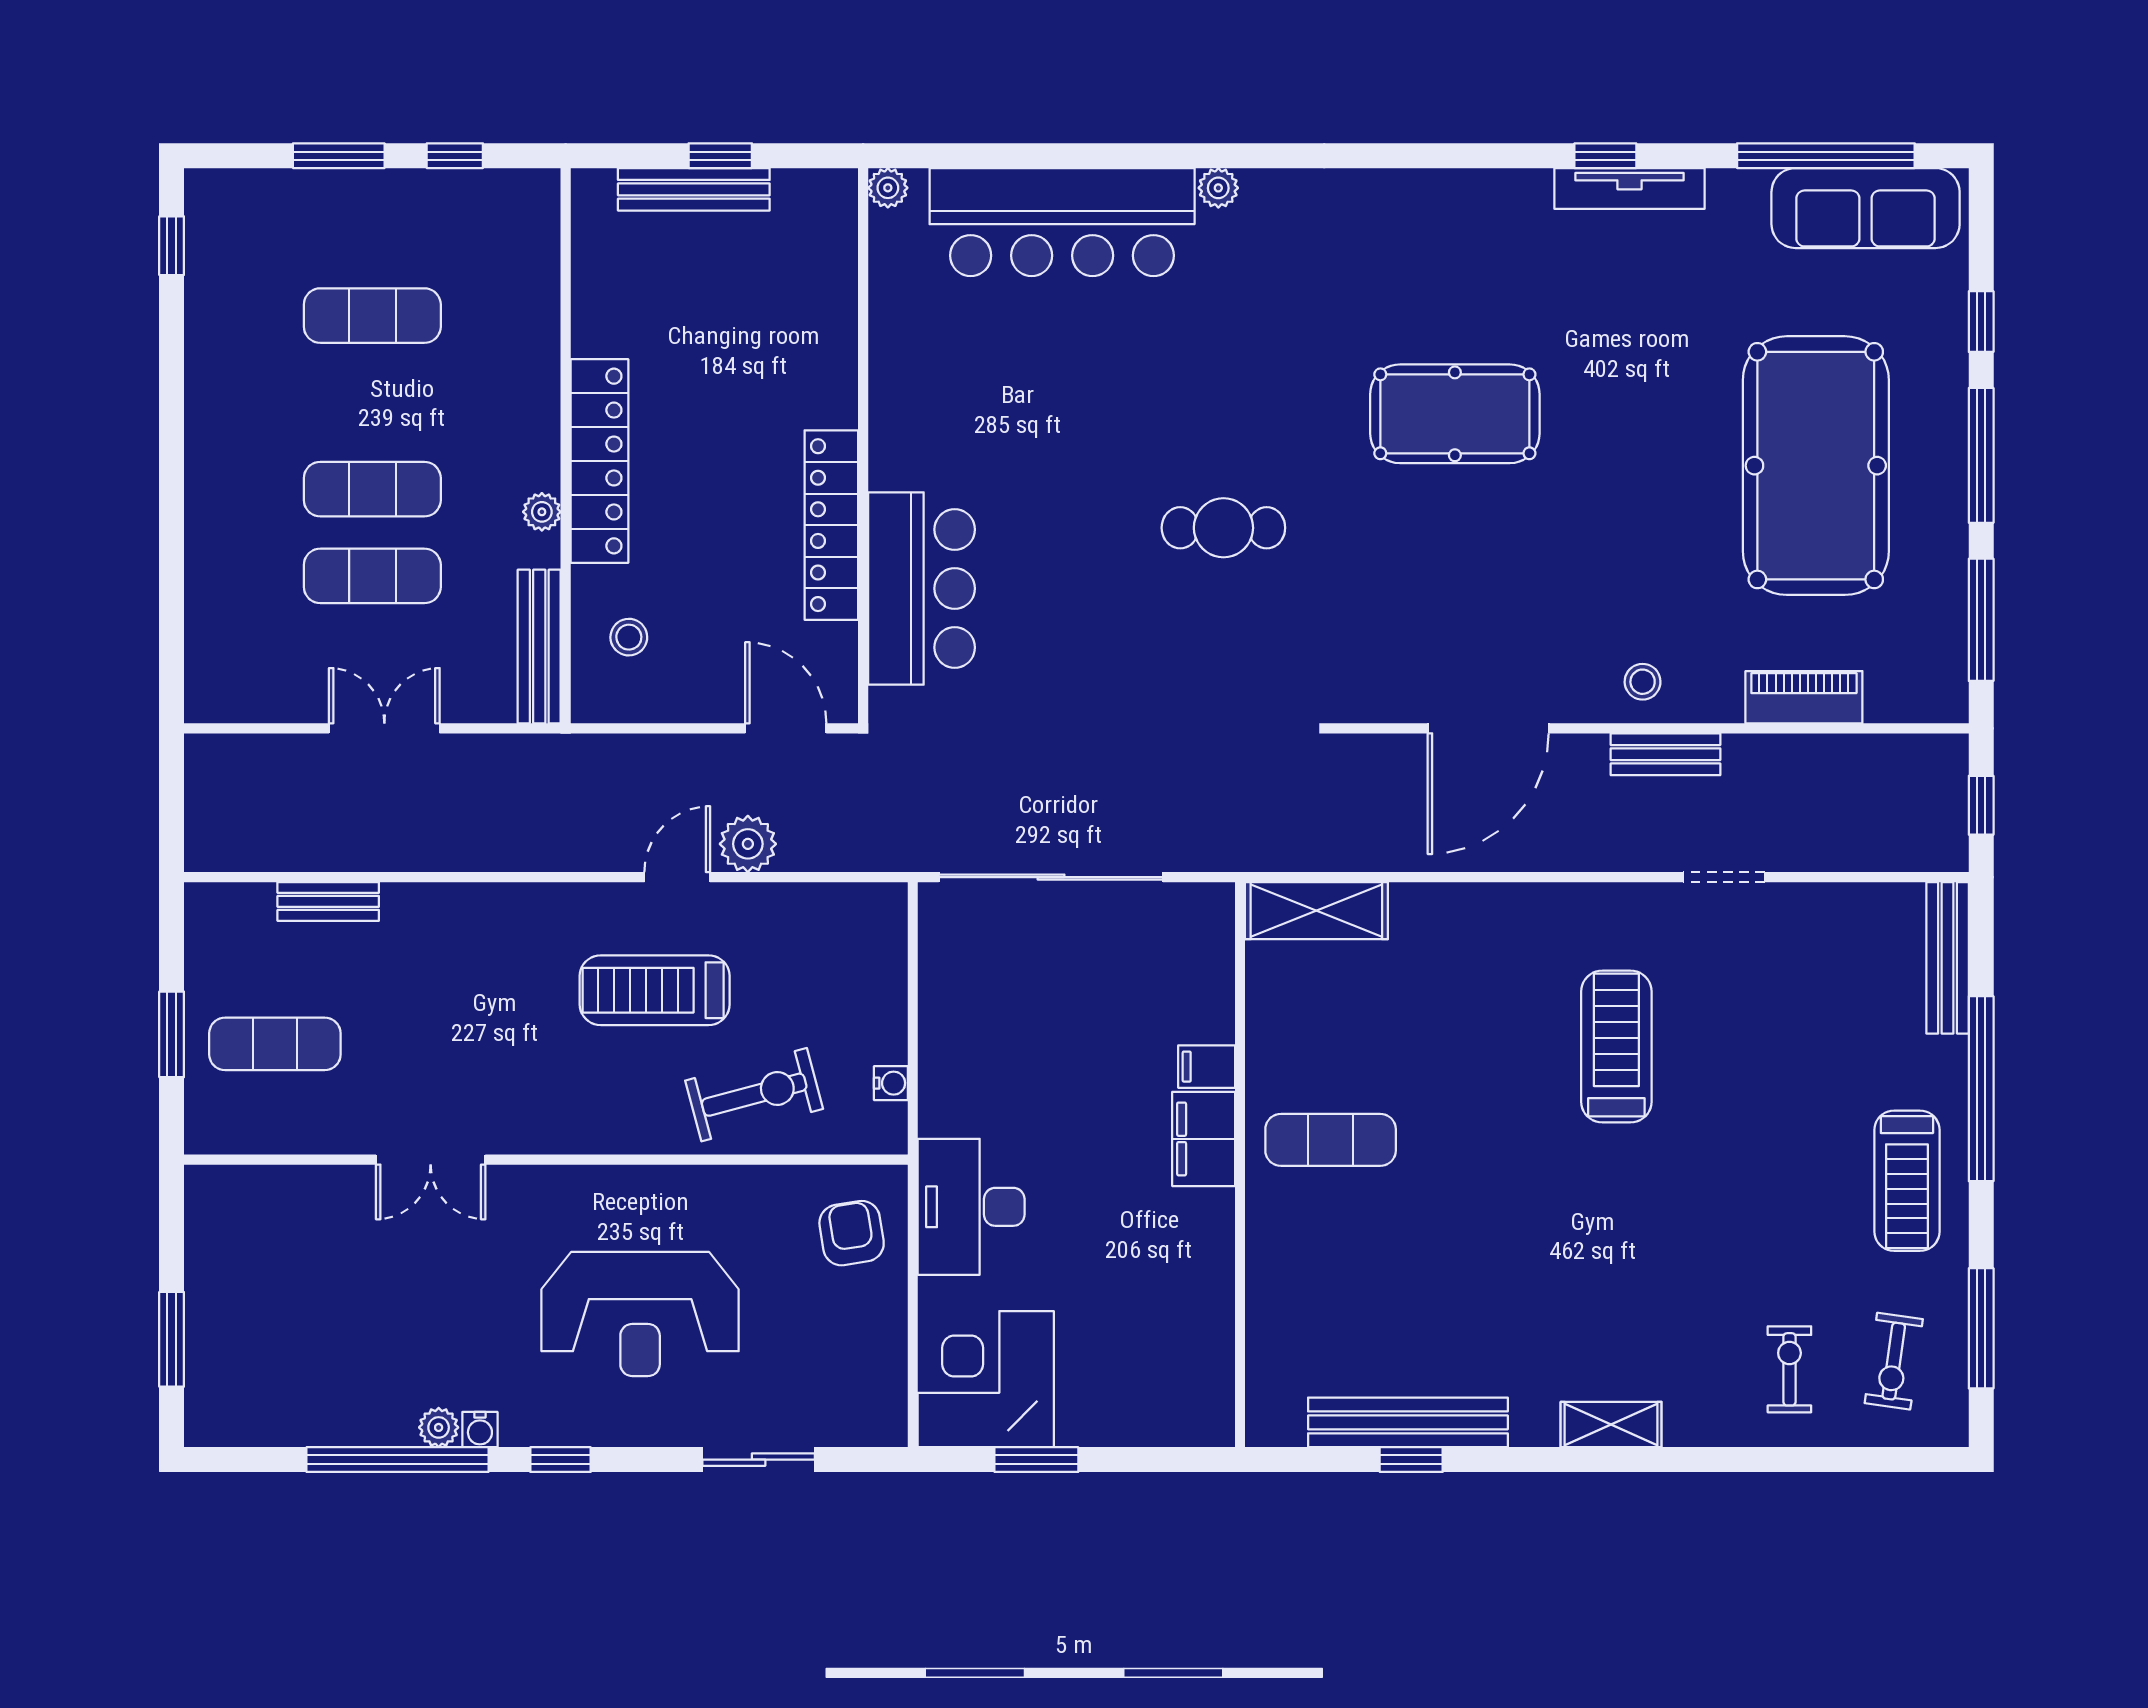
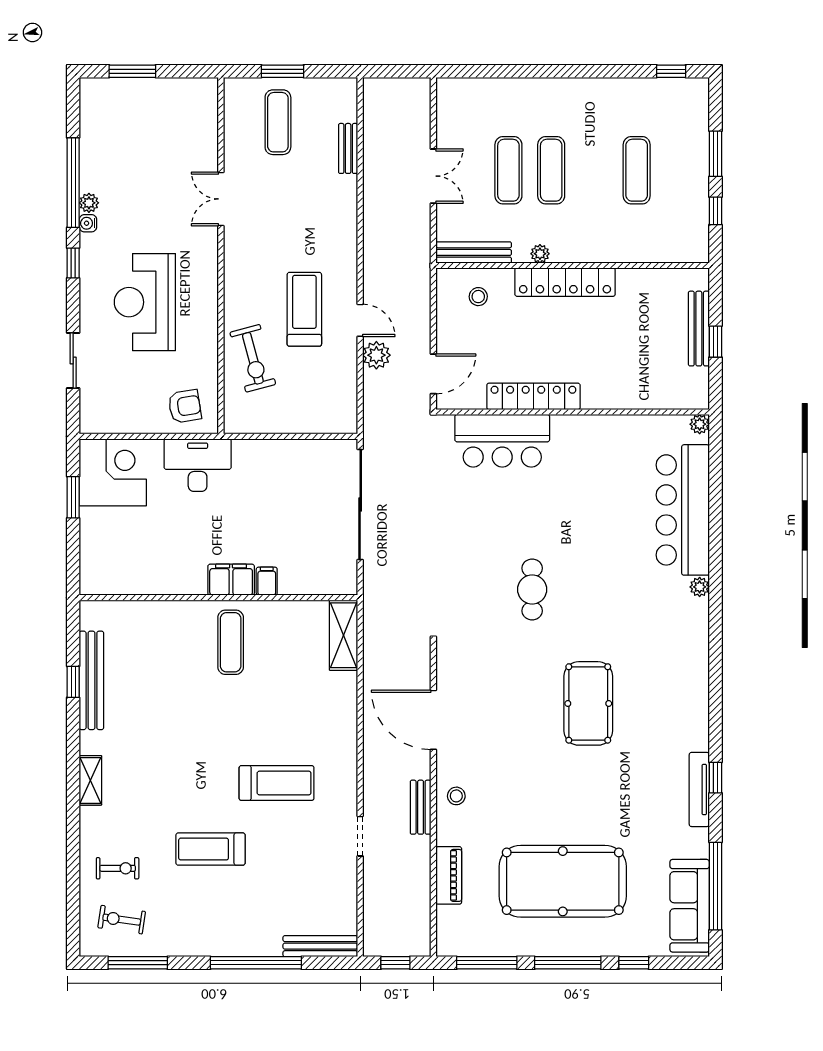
water cooler: (891, 1083) -> (259, 426), removed
treadmill: (1907, 1181) -> (210, 849), moved

